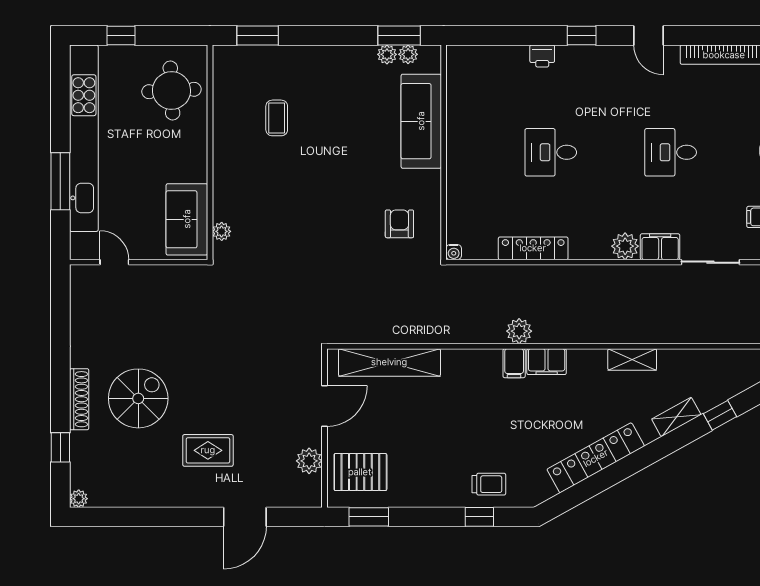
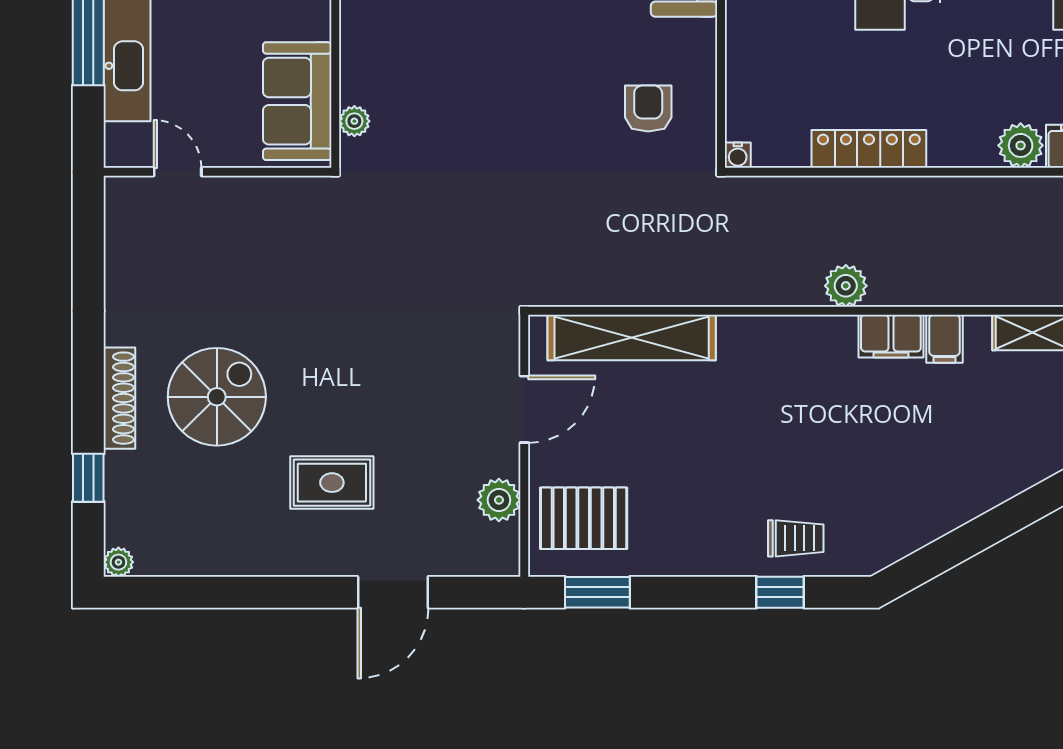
filing cabinet: (514, 363) -> (945, 339), moved
locker: (596, 458) -> (972, 495), removed

